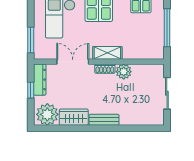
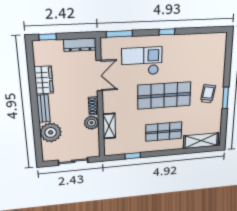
window: (167, 28) -> (133, 156), width x0.46
shelving: (107, 53) -> (109, 126), moved
window: (31, 90) -> (48, 37), moved
plant: (47, 114) -> (51, 132), moved

